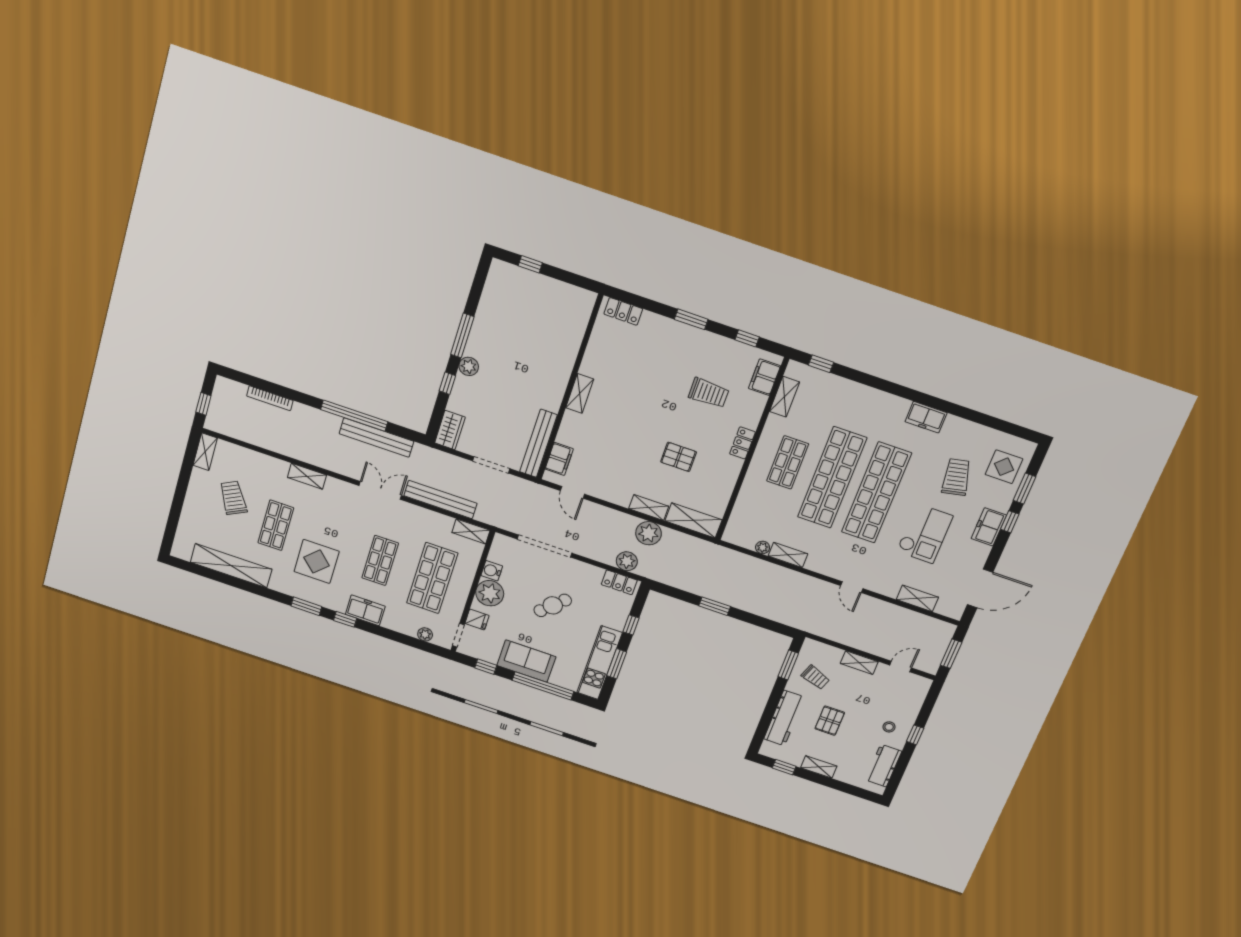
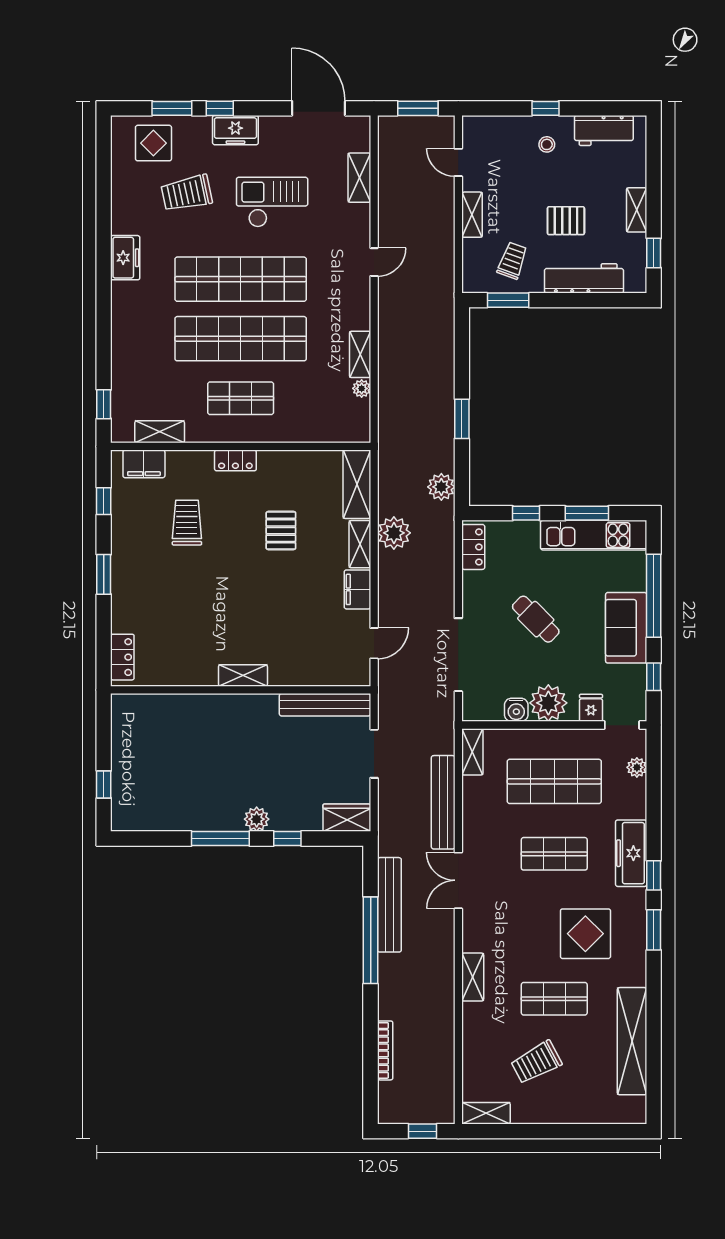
filing cabinet: (559, 459) -> (357, 589), moved, turned -90
plant: (627, 561) -> (441, 487), moved
freezer: (365, 610) -> (631, 853), width x1.40

